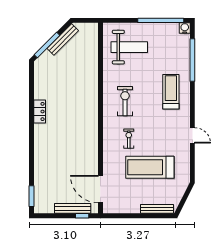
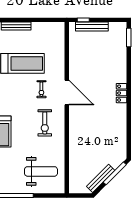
weight bench: (129, 47) -> (41, 171), turned 180
locker: (40, 111) -> (121, 93), moved
door: (100, 189) -> (67, 93), moved

